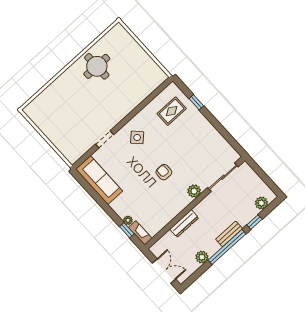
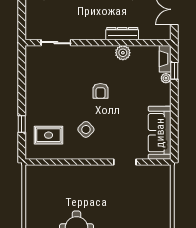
side table: (137, 137) -> (86, 129), moved
sliding door: (223, 177) -> (56, 43), width x0.73
plant: (194, 191) -> (123, 53), moved

